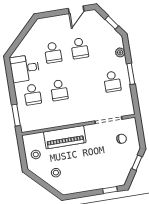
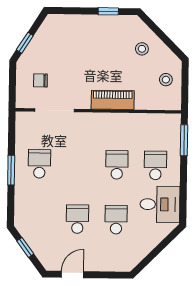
plant: (120, 52) -> (21, 203), removed
piano: (65, 137) -> (113, 100), width x0.73, depth x0.75
window: (110, 190) -> (108, 11), moved

